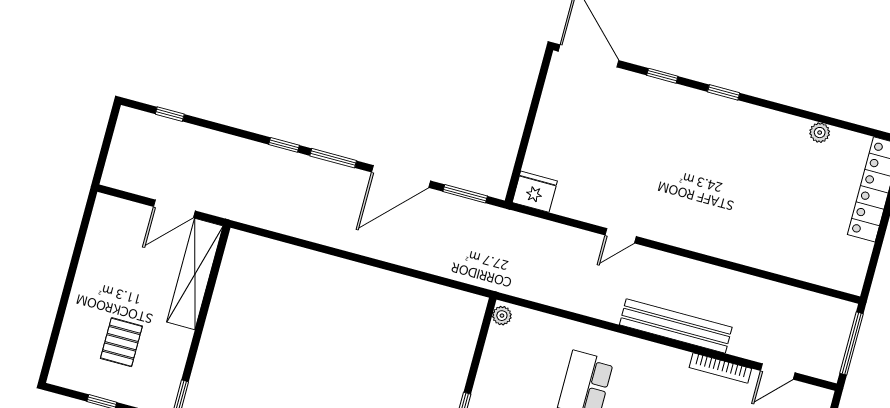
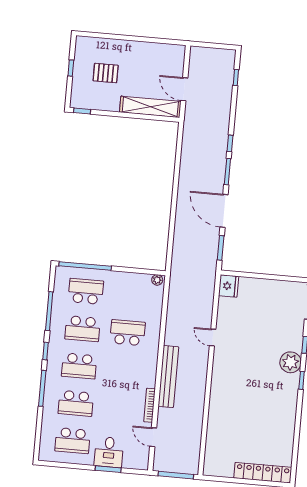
plant: (820, 133) -> (291, 362), moved, width x1.87, depth x1.87

